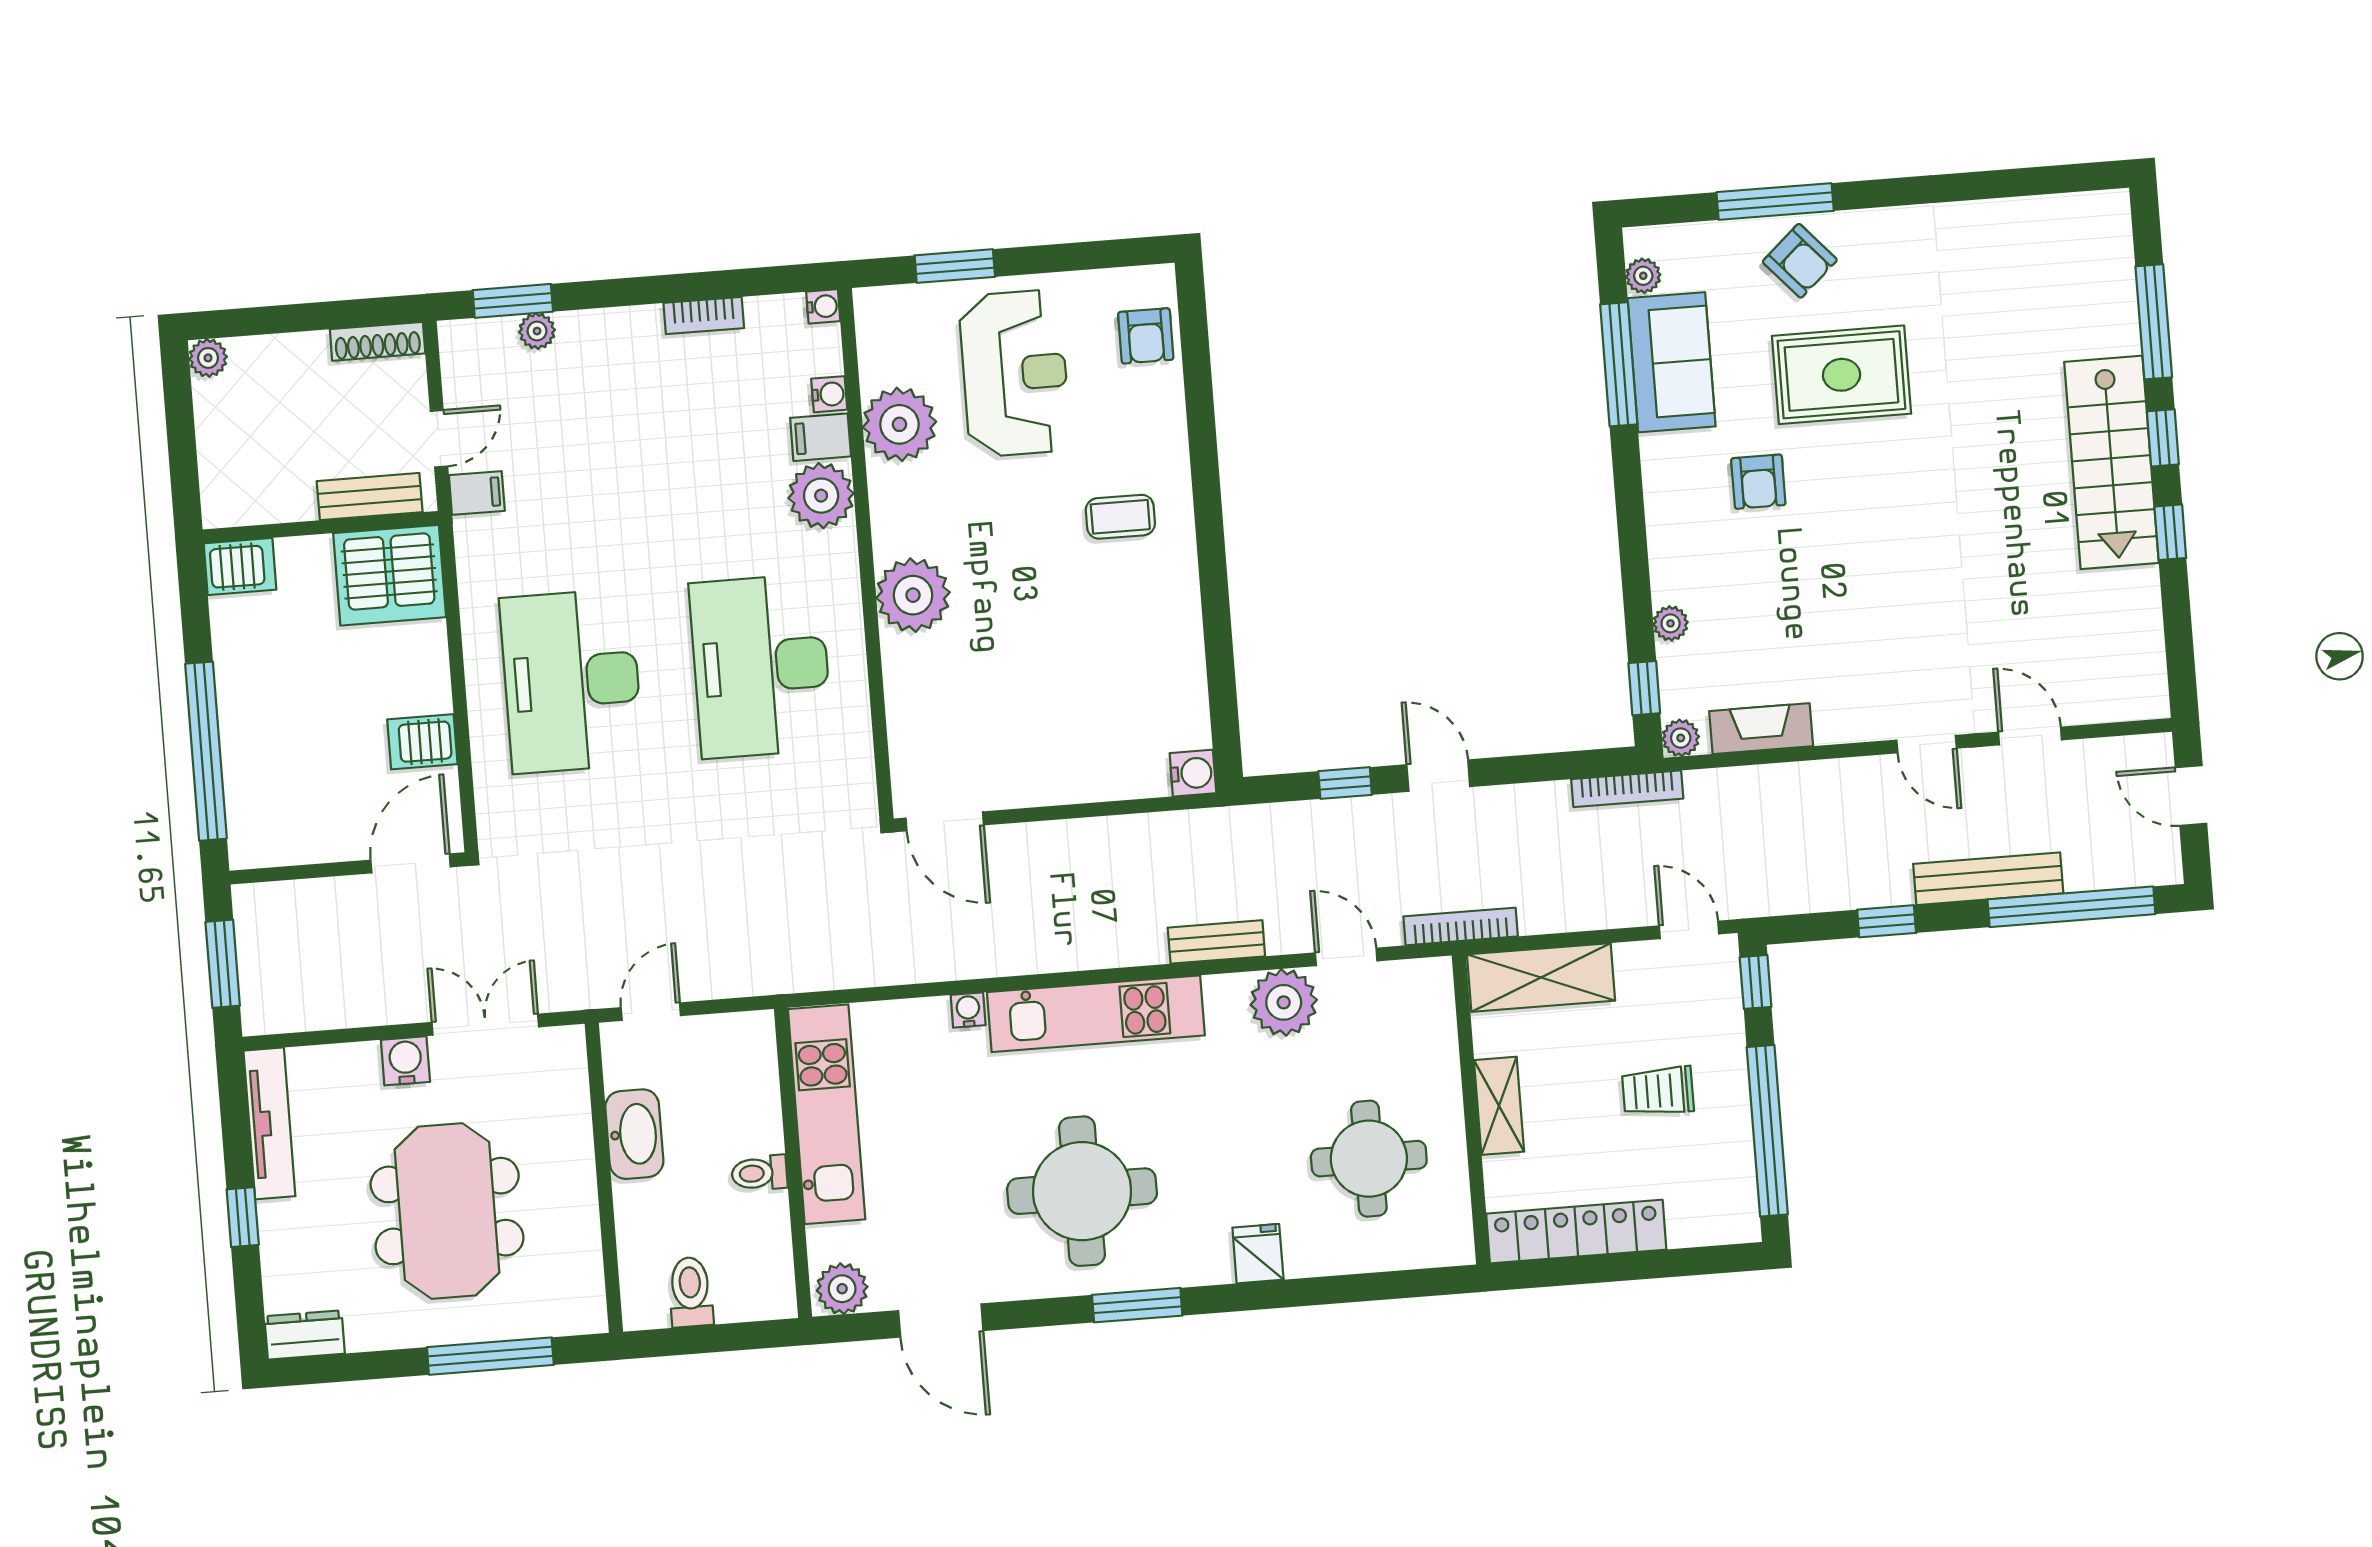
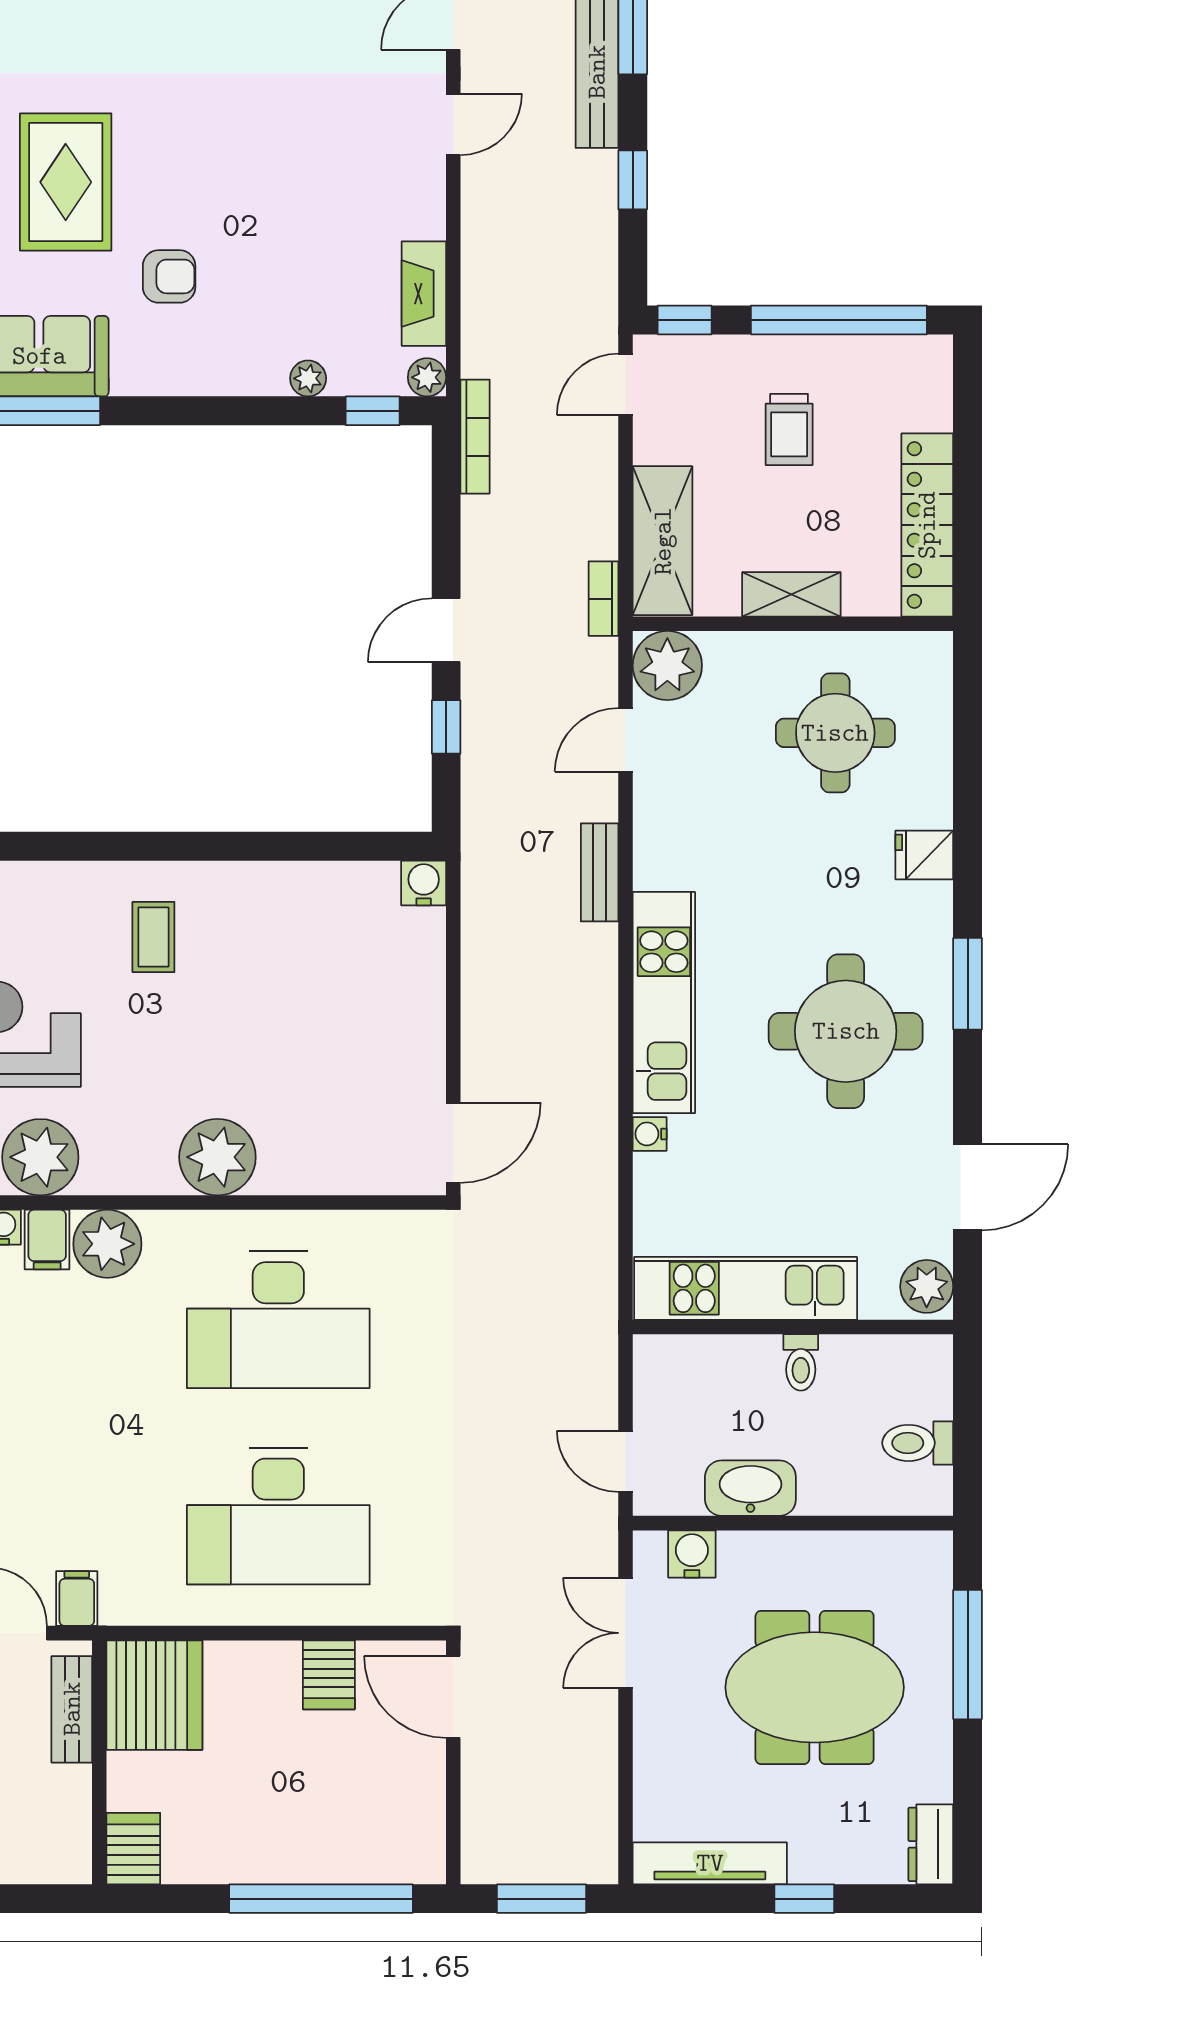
bookcase: (1461, 926) -> (603, 599), width x0.64
plant: (1284, 1002) -> (667, 666), moved
water cooler: (405, 1061) -> (692, 1554), moved, turned 90

